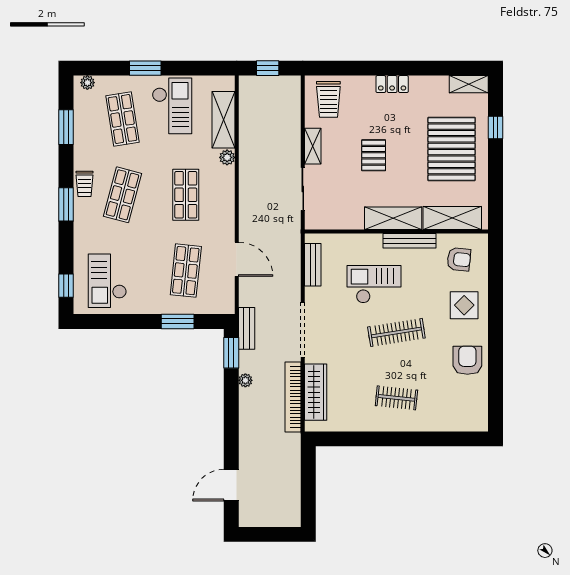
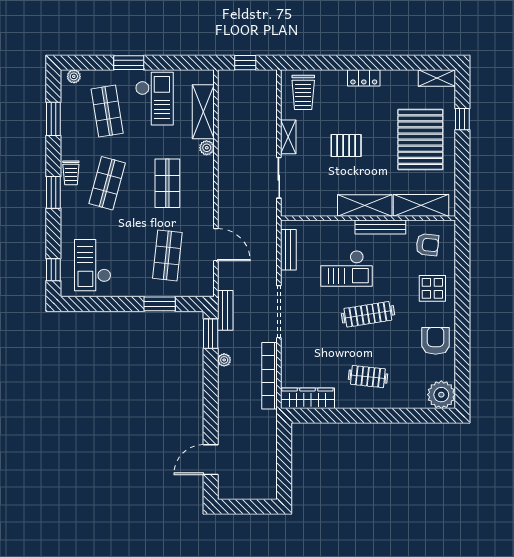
pallet: (374, 155) -> (346, 146), turned 90
checkout: (374, 284) -> (347, 268), turned 180
wardrobe: (316, 392) -> (307, 398), moved, turned -90
plant: (473, 417) -> (441, 395), added

